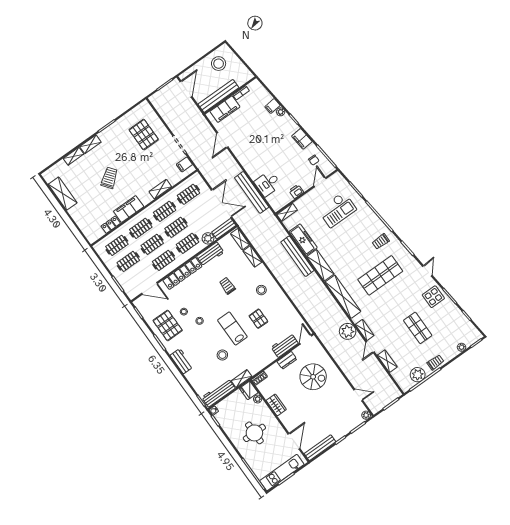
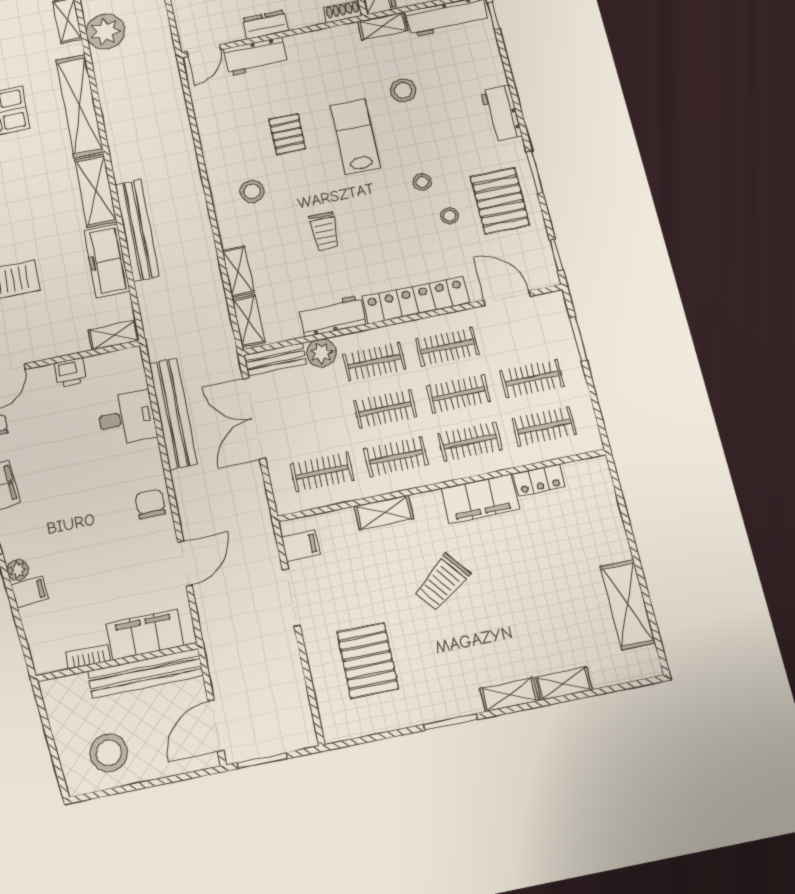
chair: (244, 156) -> (150, 504), added
trolley: (109, 178) -> (442, 582), moved
lab bench: (232, 328) -> (355, 137), turned 180

